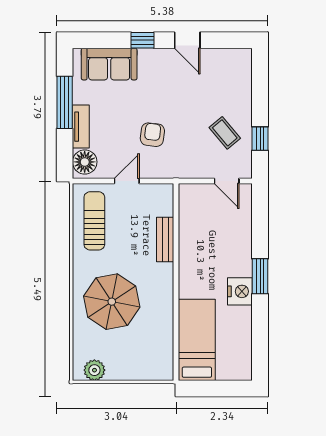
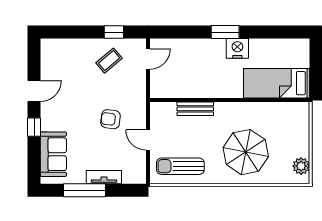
floor lamp: (85, 162) -> (133, 174), removed

